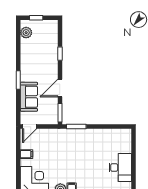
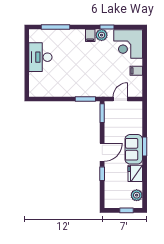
fridge: (27, 54) -> (135, 173), added
door: (60, 88) -> (102, 152), moved
sofa: (29, 97) -> (134, 149), moved
door: (30, 127) -> (120, 99), moved

